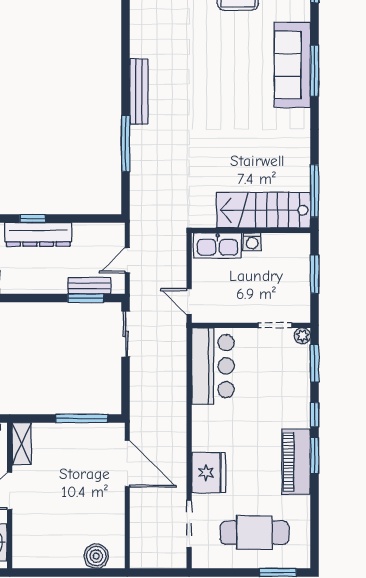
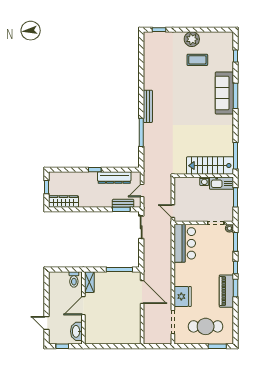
dresser: (38, 234) -> (114, 178), moved
kitchen sink: (218, 246) -> (221, 183), moved
boiler: (96, 556) -> (127, 338), removed

